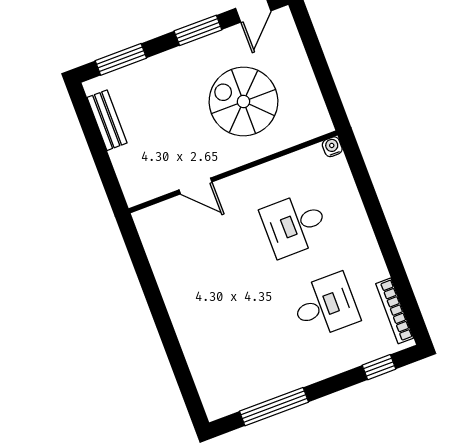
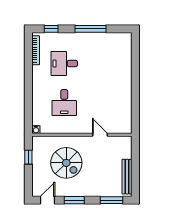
window: (326, 84) -> (28, 157), added
bench: (107, 120) -> (127, 177), width x1.36
desk: (295, 225) -> (64, 103), turned 90
window: (274, 407) -> (91, 29), moved

